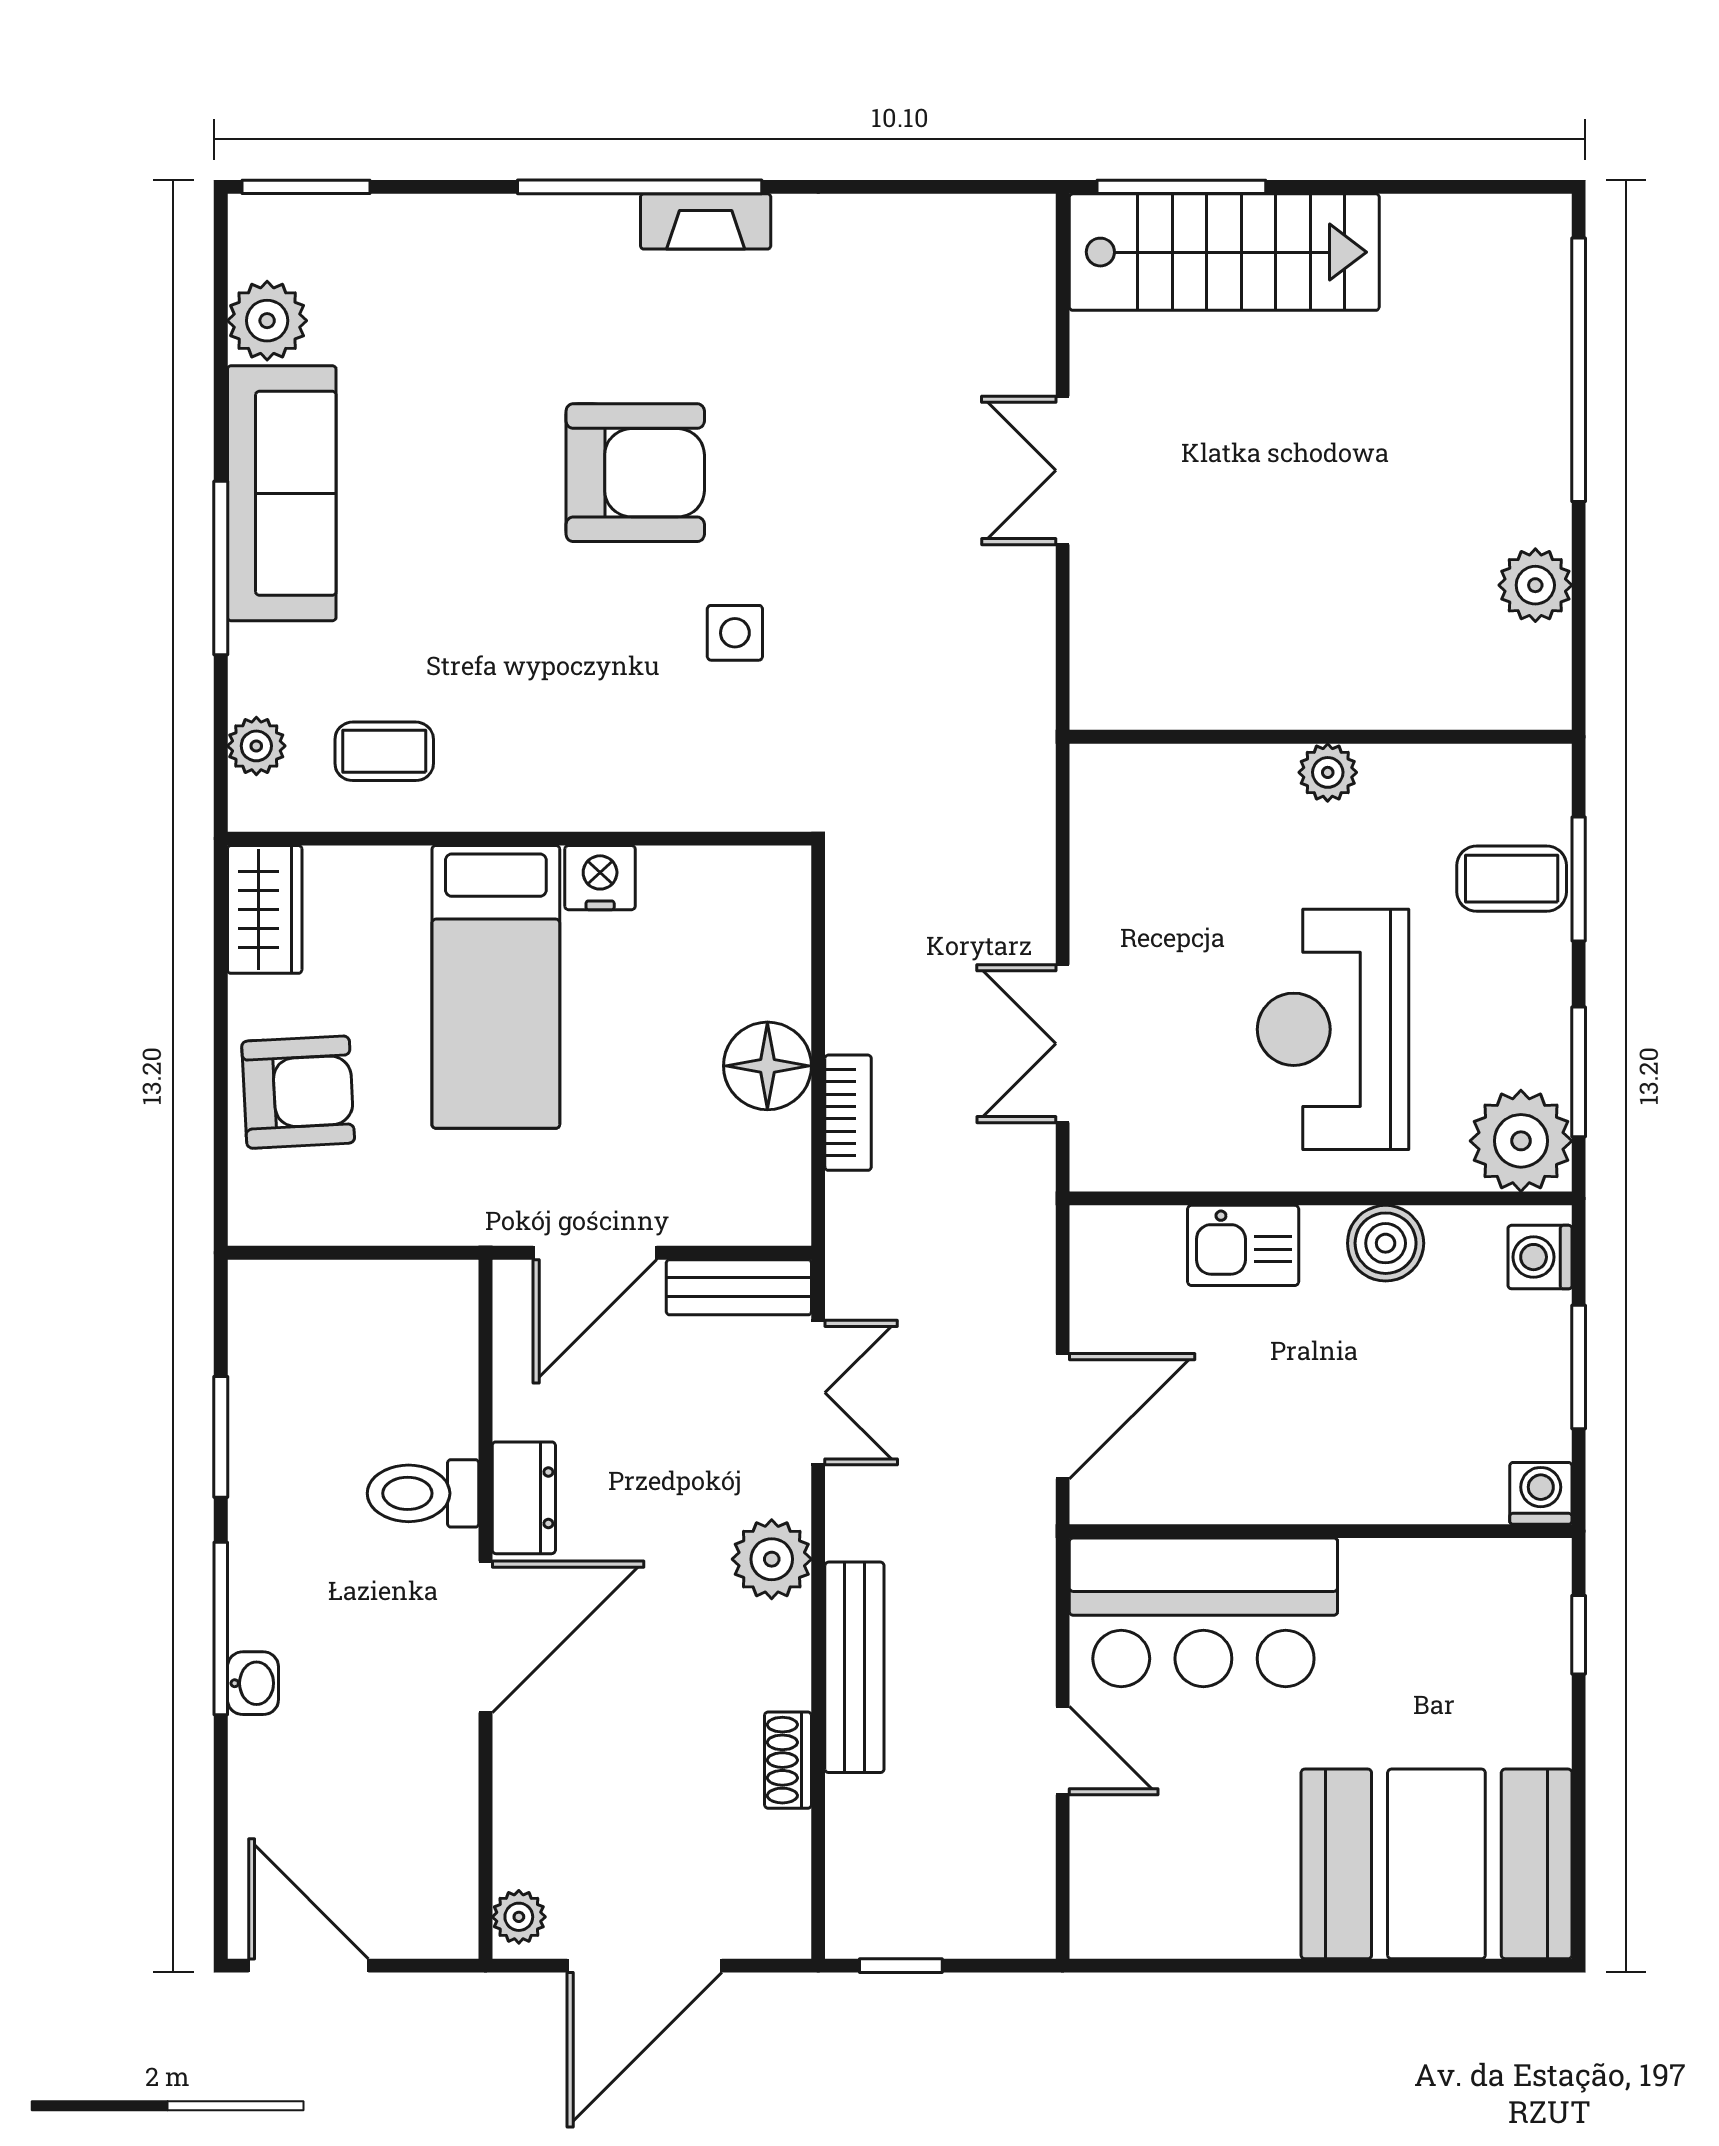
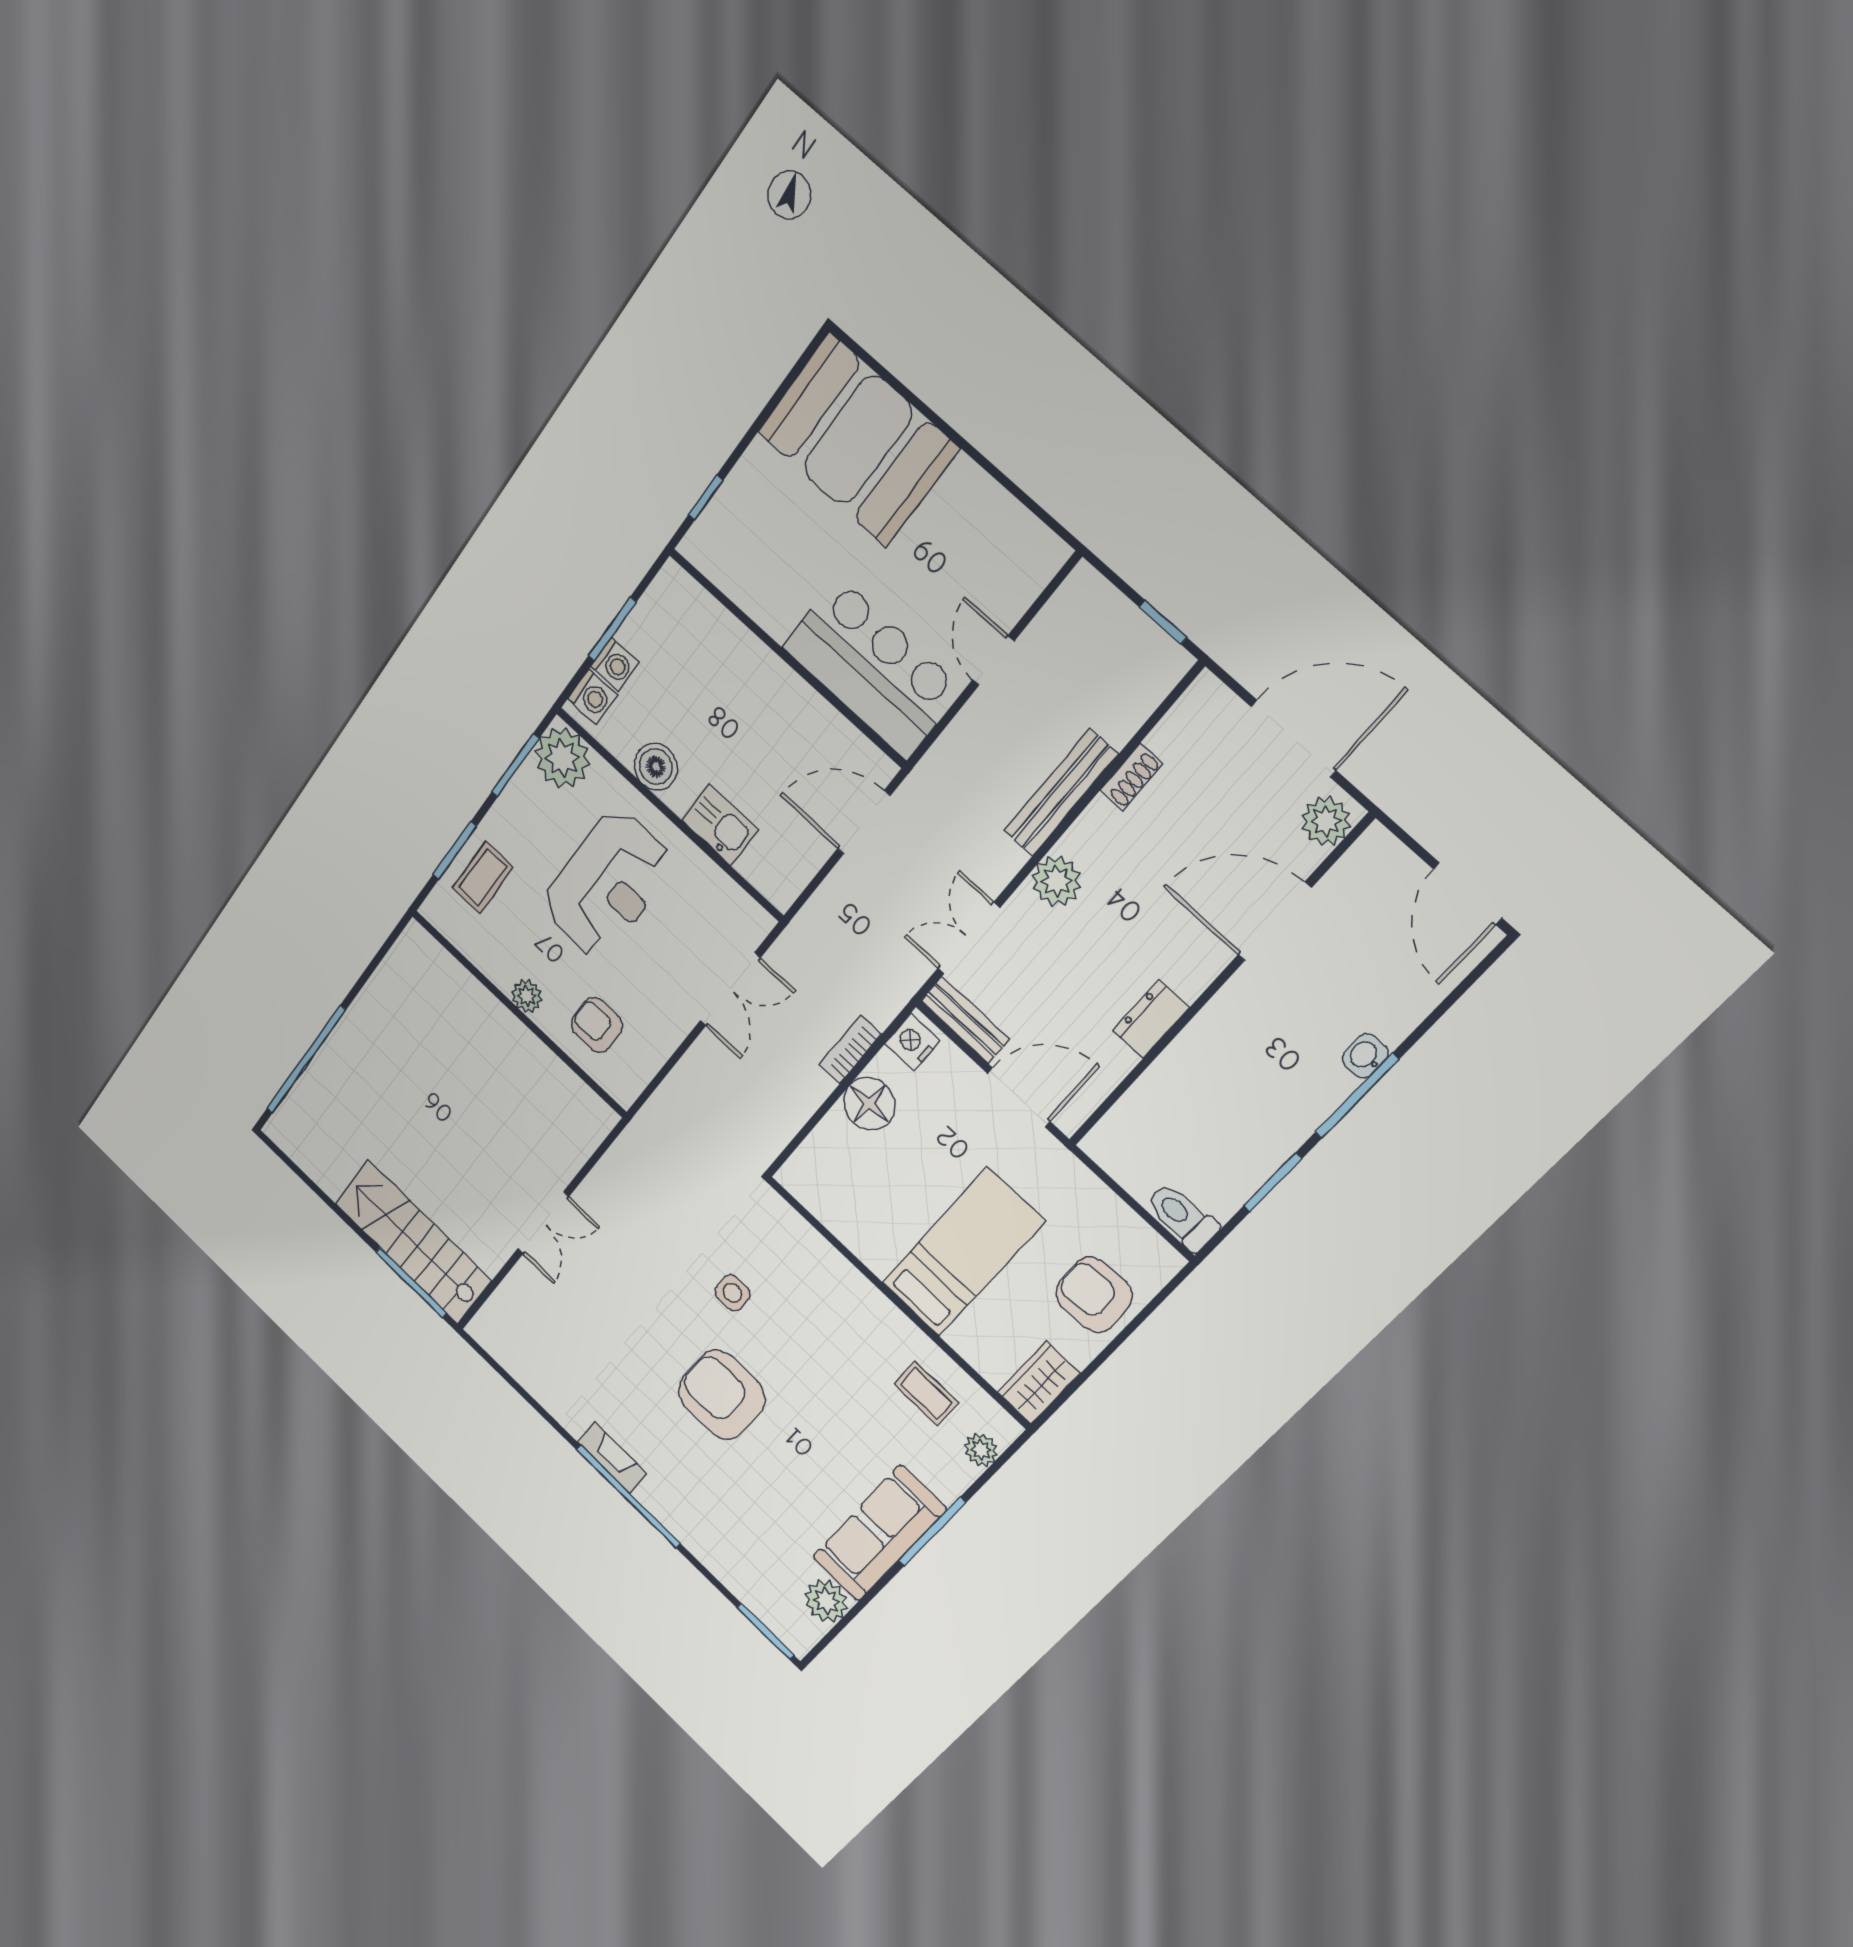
plant: (1535, 585) -> (385, 991), removed
armchair: (1202, 825) -> (597, 1025), added
nightstand: (600, 878) -> (913, 1042), moved, turned 90
coffee table: (1512, 879) -> (483, 877), turned 90
toilet: (423, 1493) -> (1182, 1217), moved, turned 180
washing machine: (1541, 1493) -> (615, 664), moved, turned -90
door: (486, 1637) -> (1274, 922), moved
plant: (519, 1917) -> (1326, 821), width x1.38, depth x1.38

